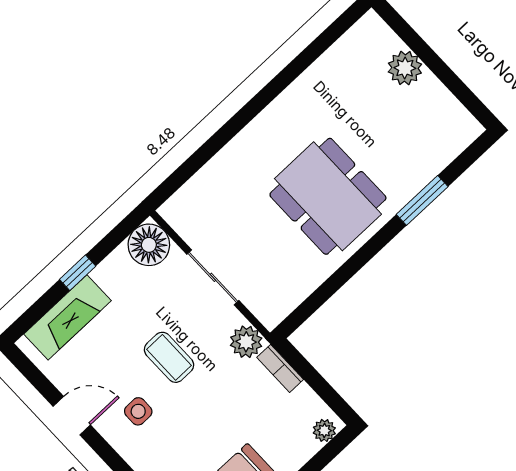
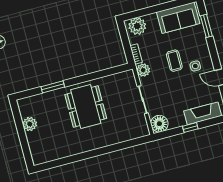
plant: (405, 68) -> (30, 124), moved
coffee table: (169, 357) -> (174, 61), moved
plant: (324, 430) -> (137, 26), width x1.87, depth x1.87

